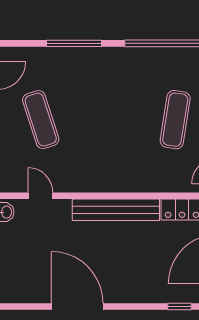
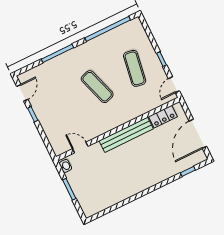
exercise mat: (41, 120) -> (97, 87), moved
door: (77, 306) -> (131, 199), removed

